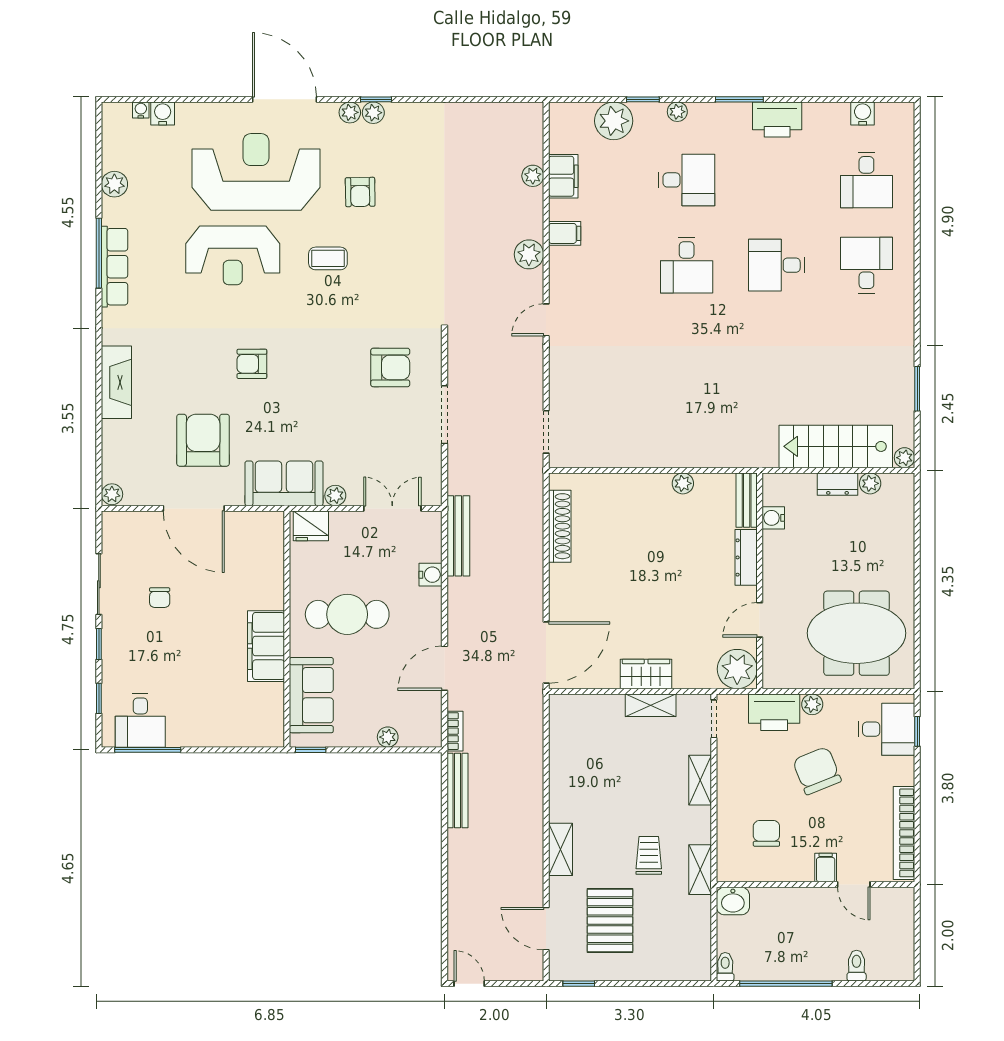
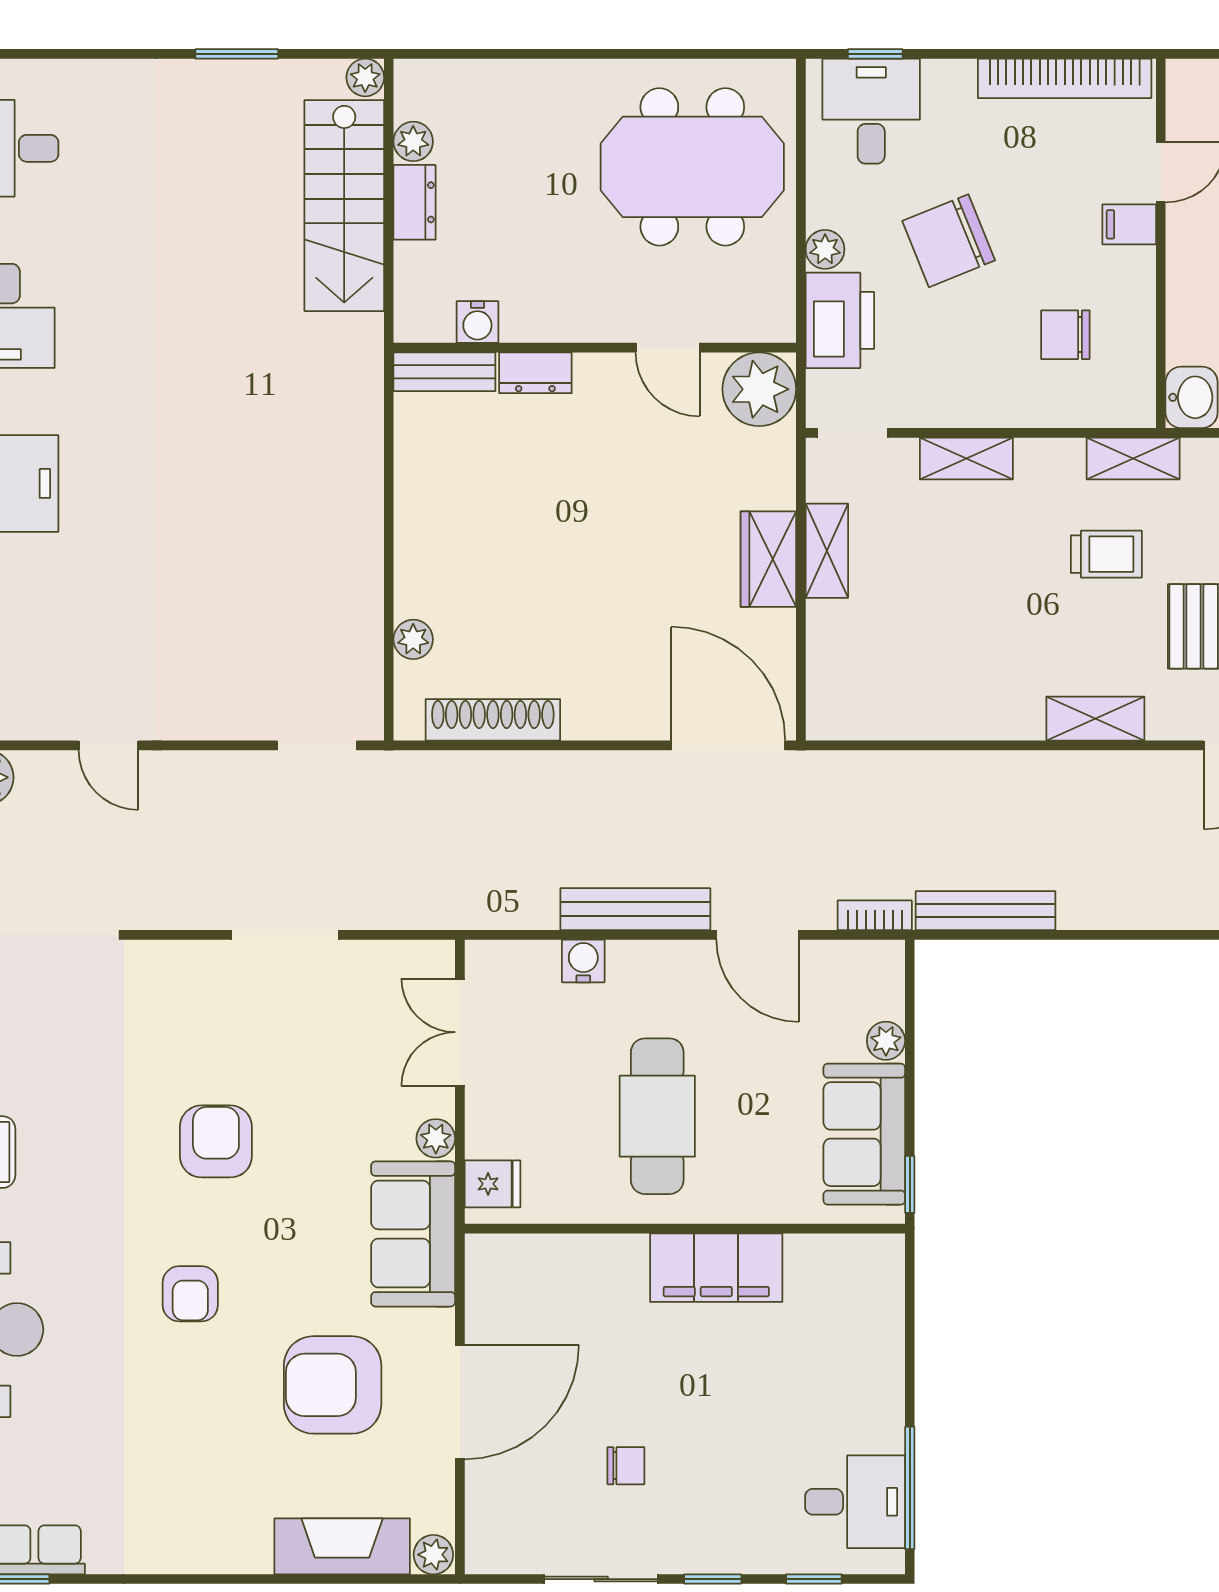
armchair: (390, 367) -> (216, 1141), moved
fireplace: (116, 382) -> (342, 1546), moved
plant: (683, 483) -> (413, 639), moved
fridge: (311, 526) -> (493, 1184), width x0.72
bench: (458, 536) -> (635, 909), moved
dresser: (746, 557) -> (535, 373), width x0.70
meeting table: (857, 633) -> (692, 167), turned 90
sofa: (311, 695) -> (864, 1134), moved, turned -90
trolley: (649, 855) -> (1106, 554), turned 180

